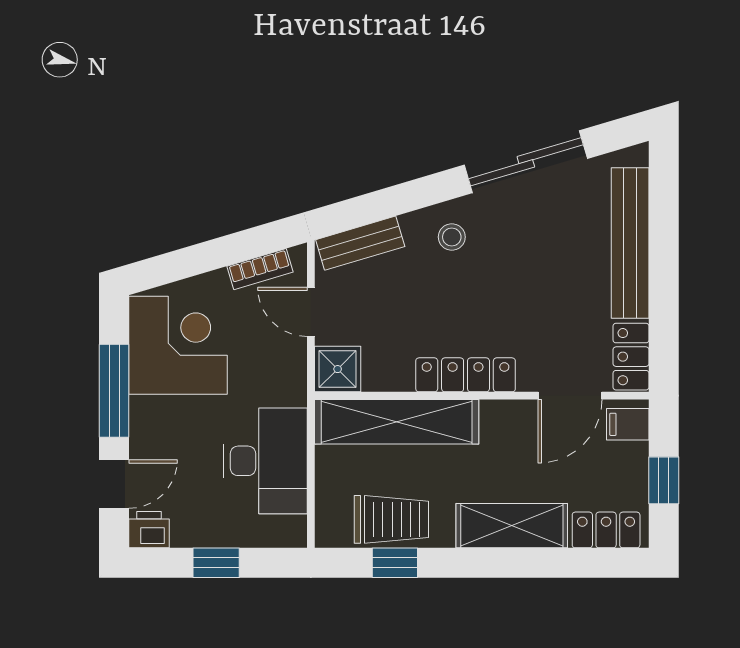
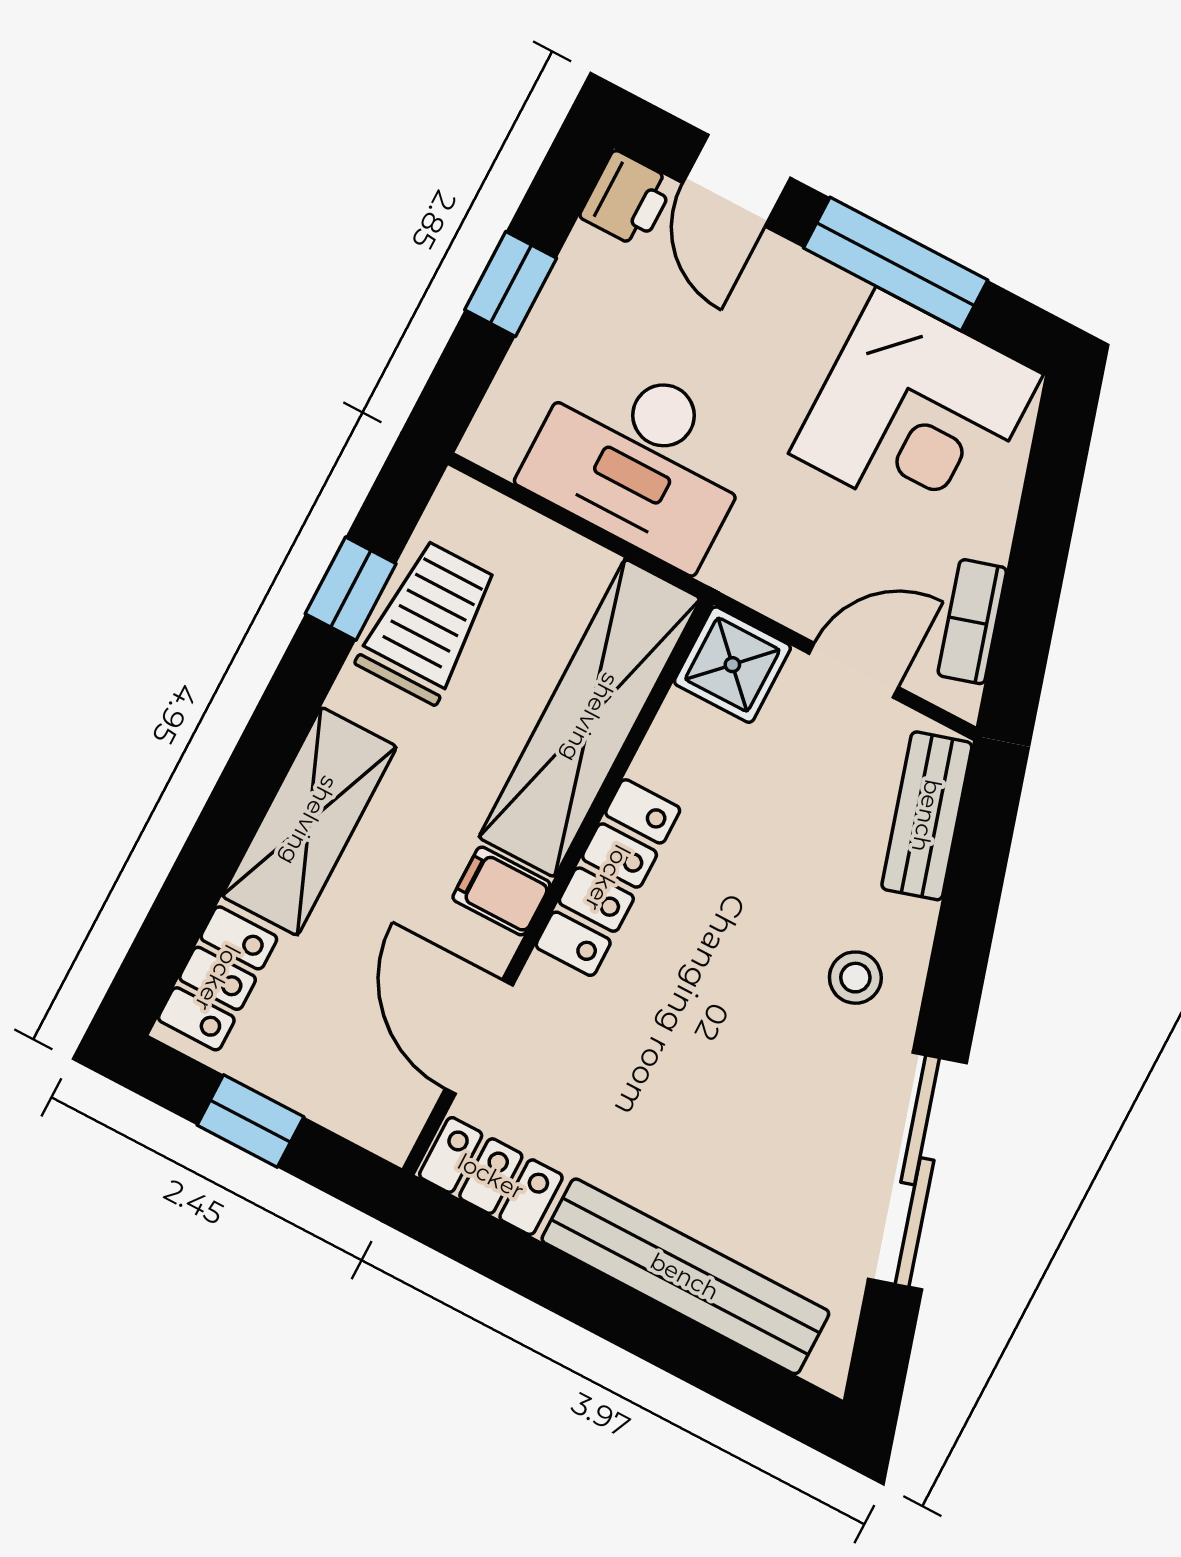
filing cabinet: (628, 424) -> (501, 891), moved, turned -90
trolley: (391, 519) -> (428, 622), turned 180

